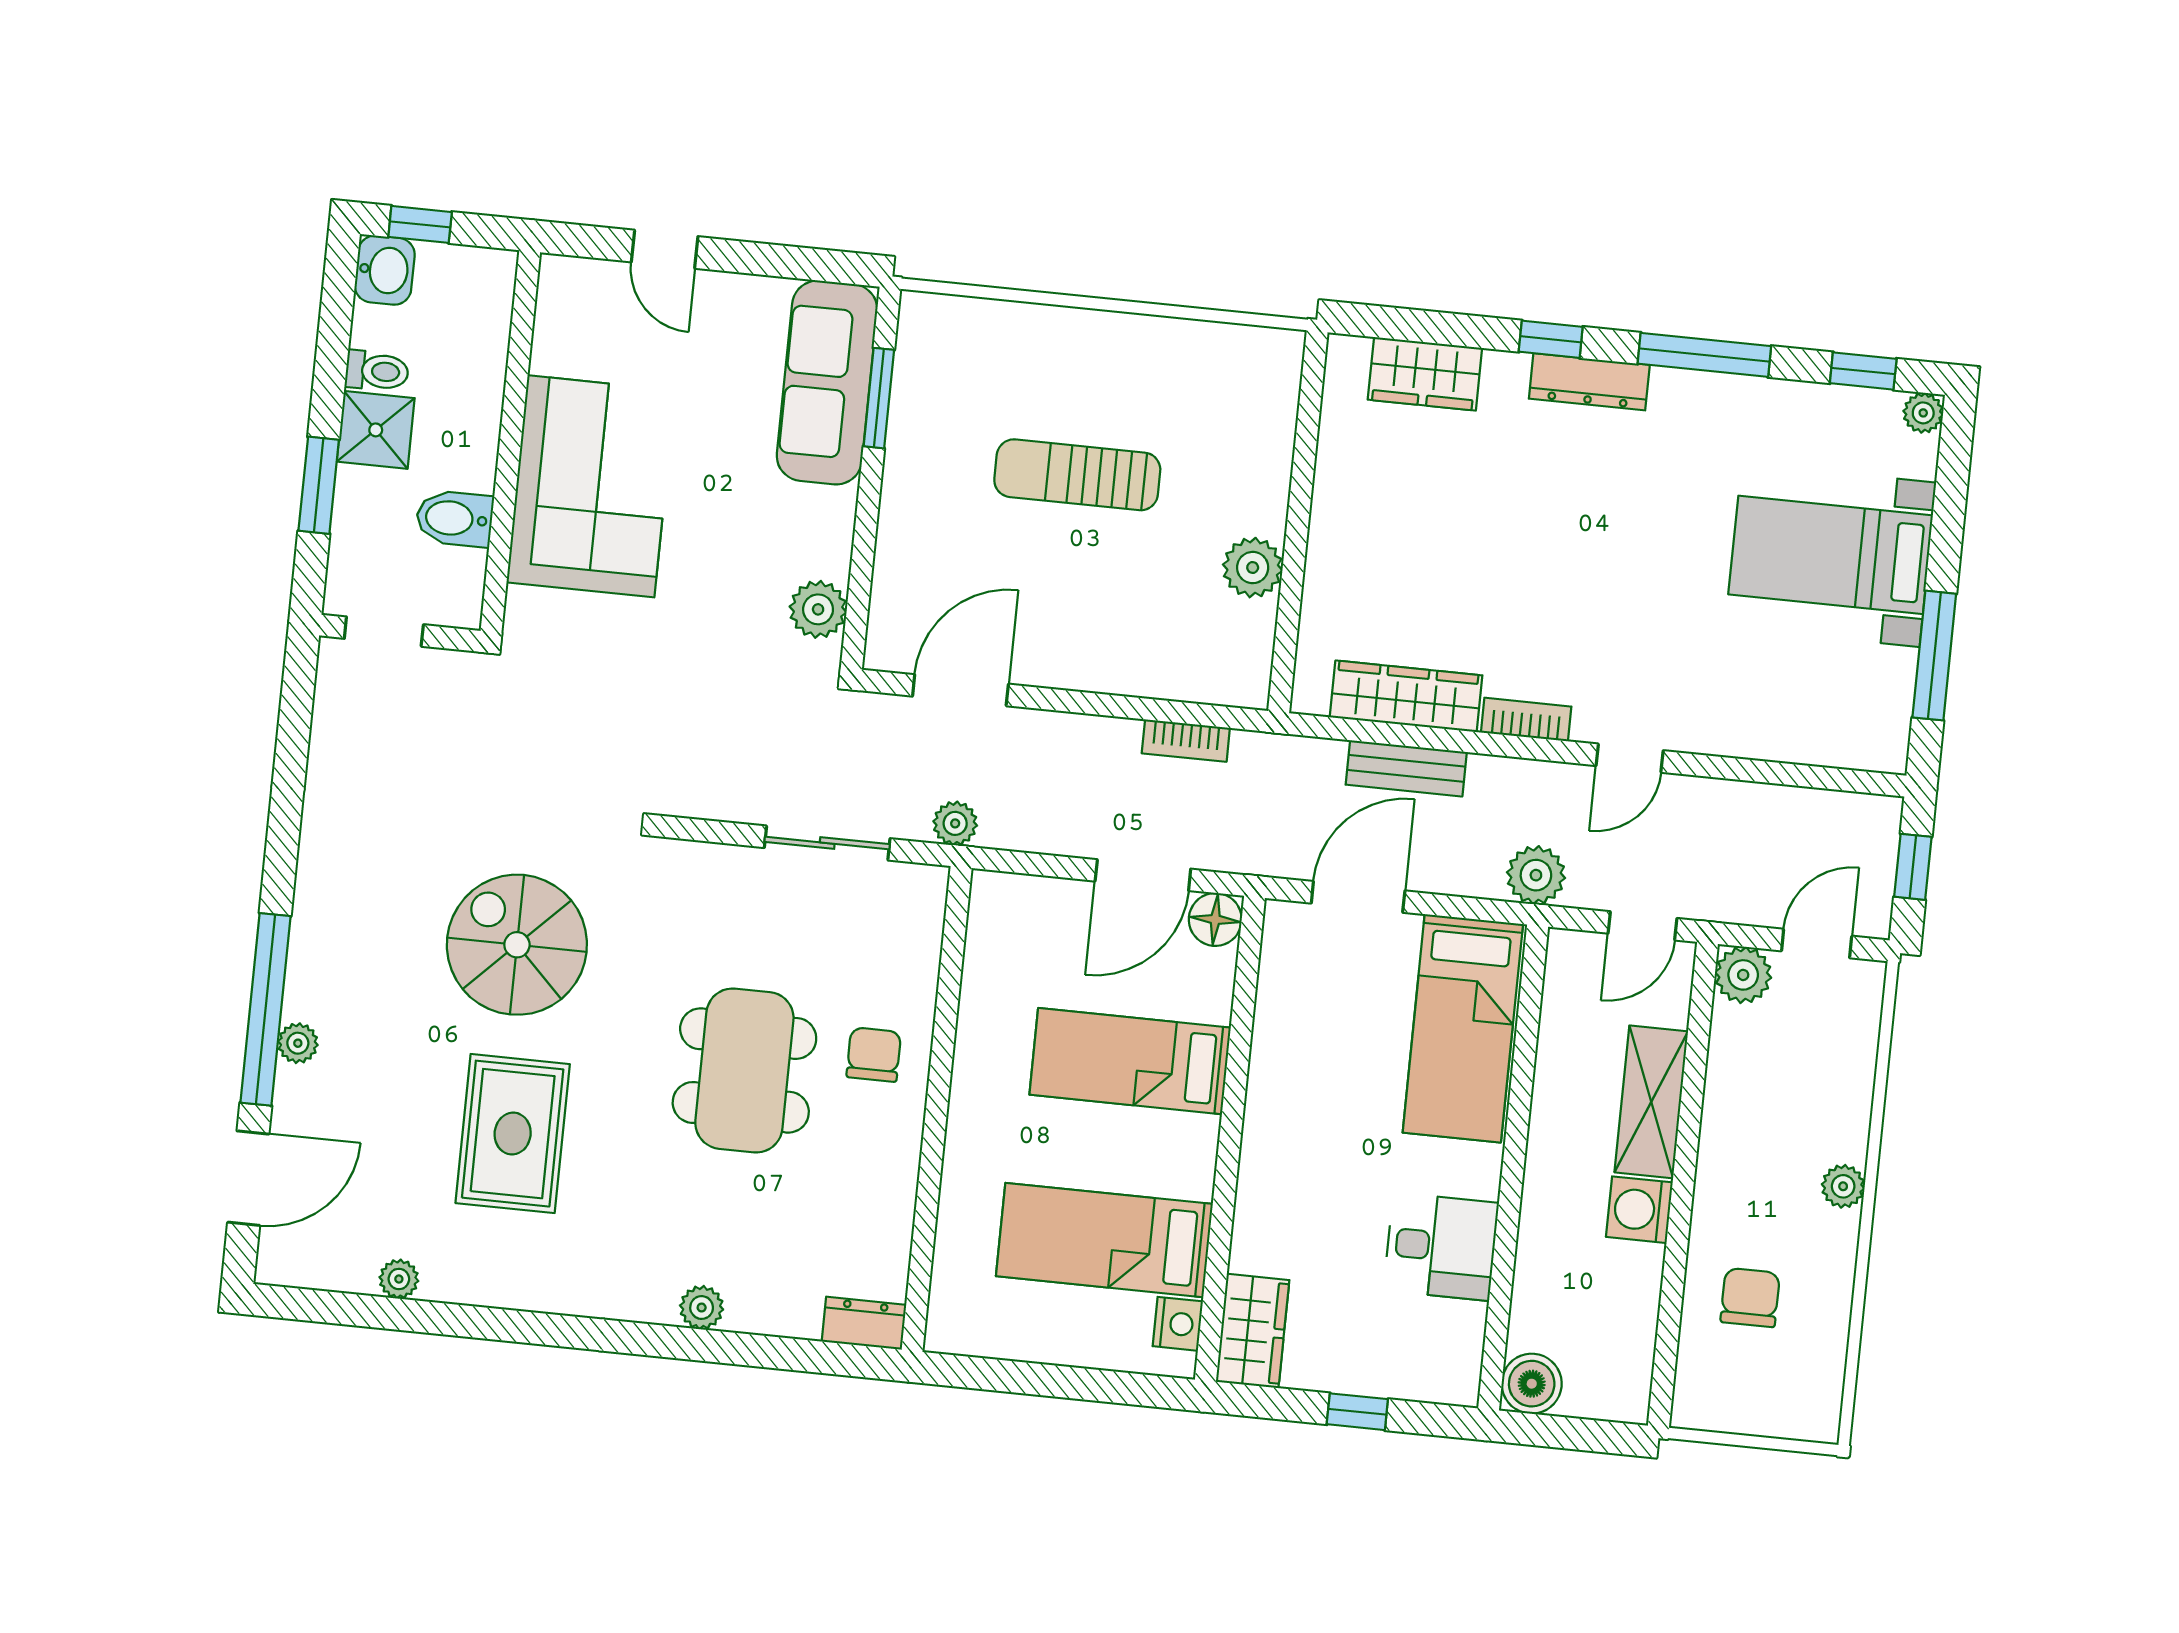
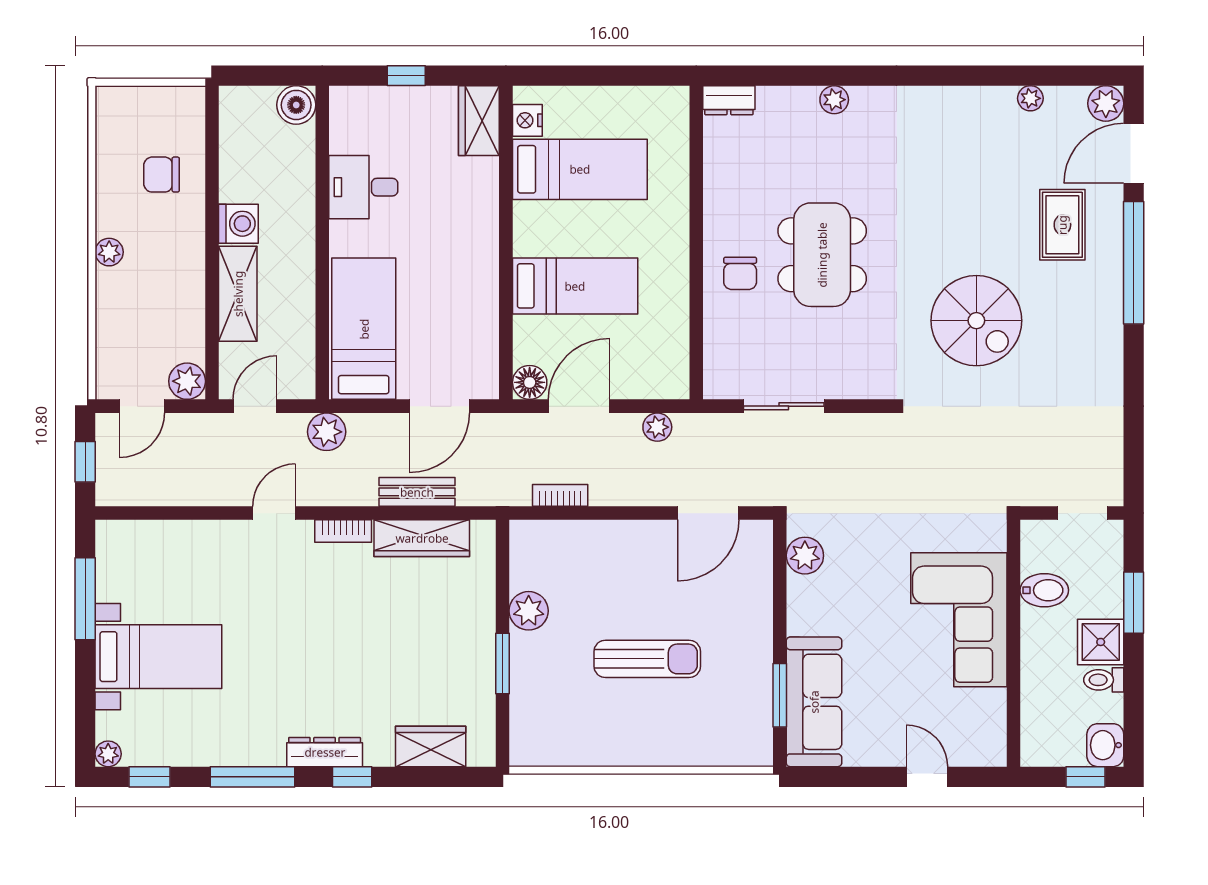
window: (1301, 490) -> (503, 663), added
plant: (955, 823) -> (657, 427), moved
plant: (298, 1043) -> (1106, 103), moved, width x1.38, depth x1.38
rug: (513, 1134) -> (1062, 225), moved, width x0.73, depth x0.70
chair: (1750, 1298) -> (162, 175), turned 90

